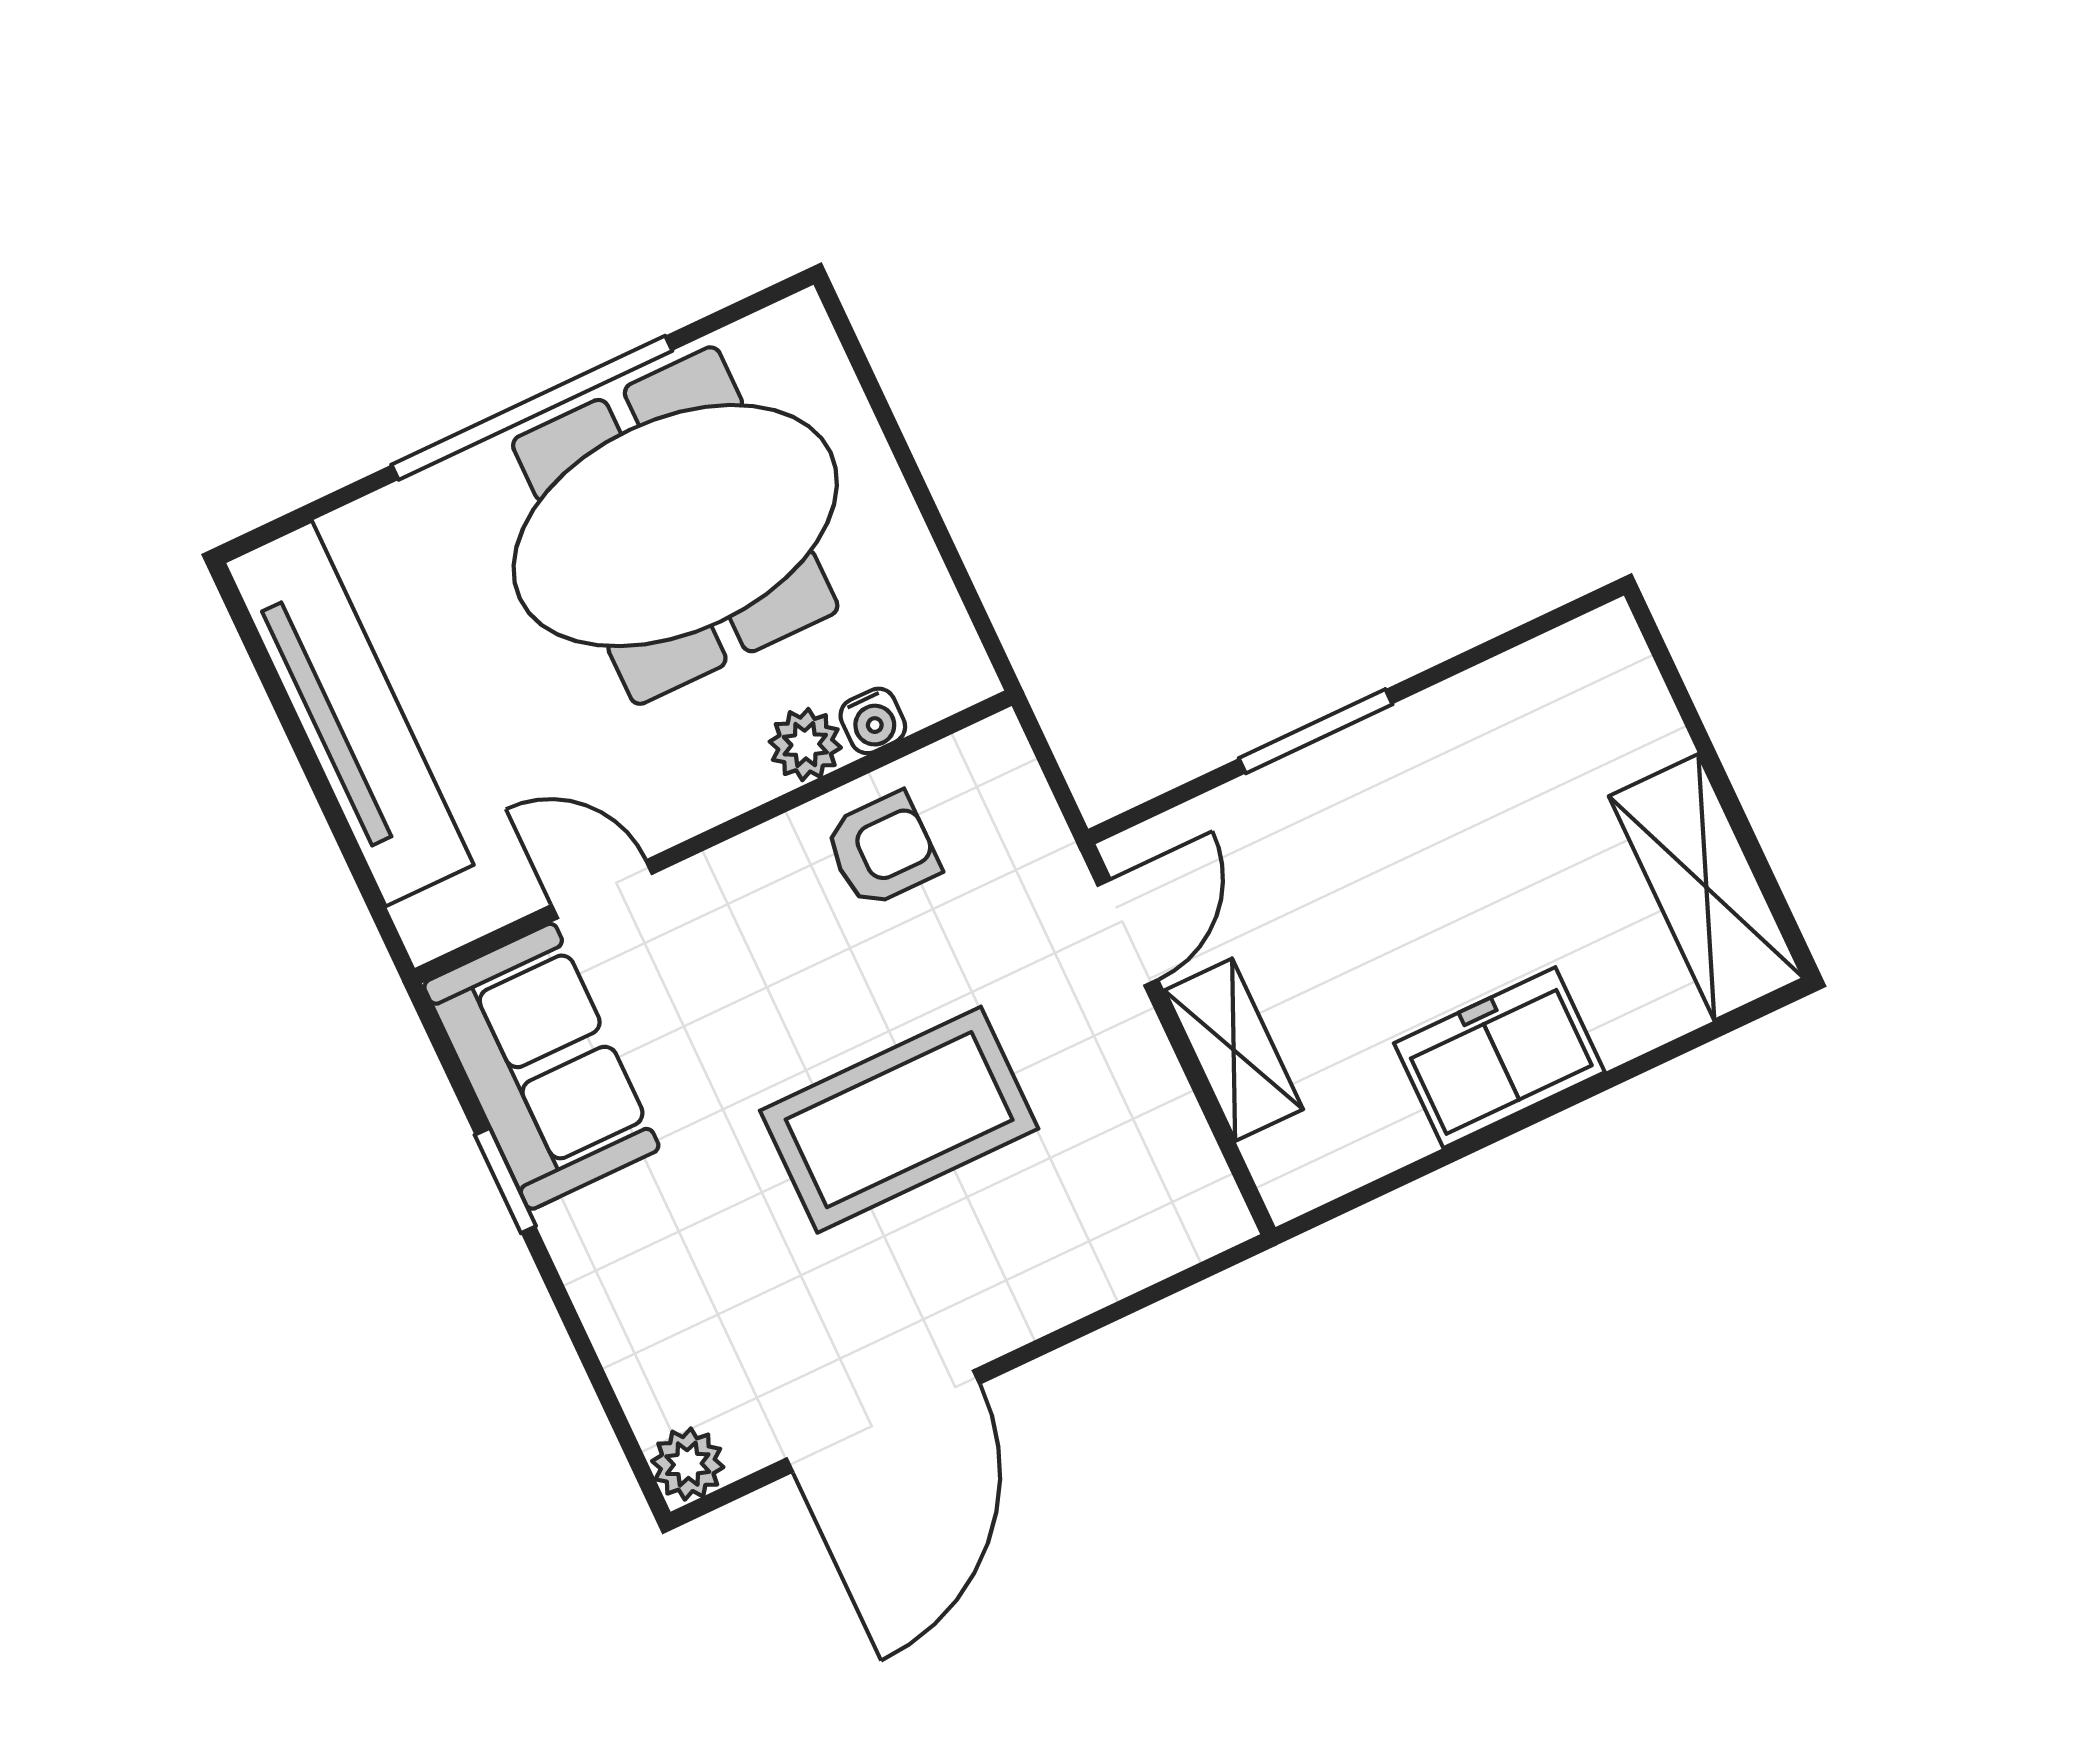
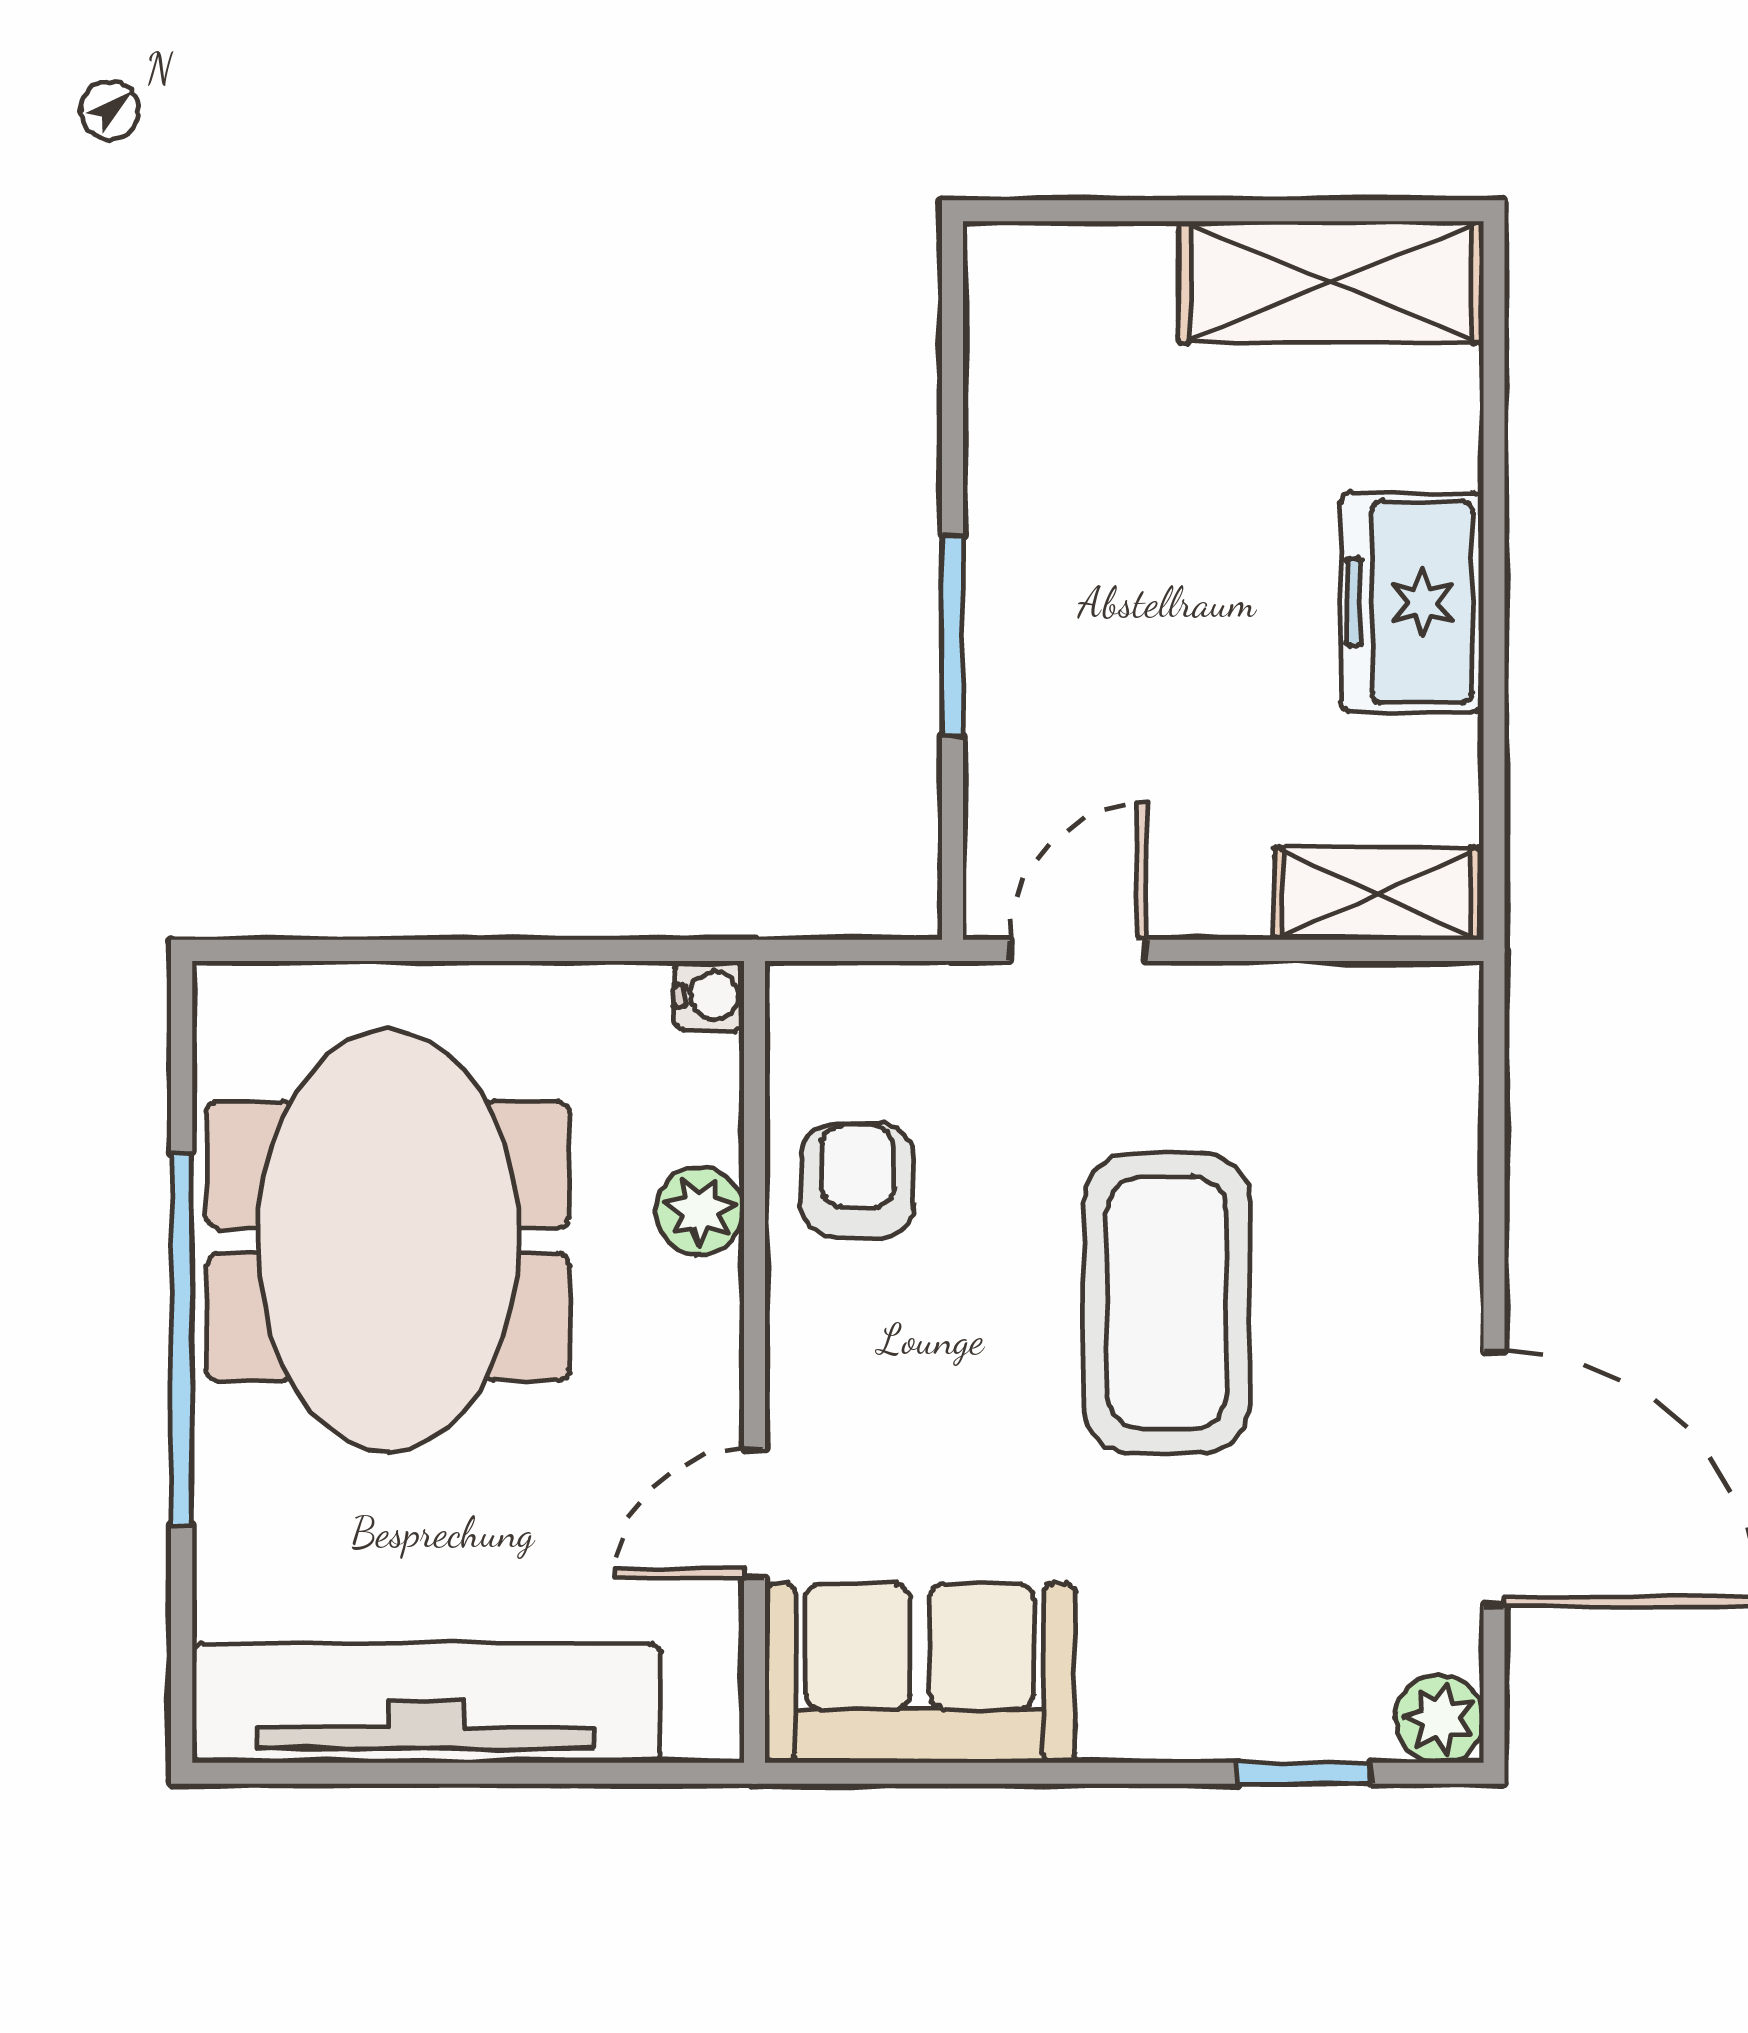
water cooler: (873, 721) -> (709, 996), moved
door: (1128, 933) -> (1078, 950), hinge flipped
shelving: (1234, 1050) -> (1377, 894), moved
window: (505, 1181) -> (1304, 1773), moved

